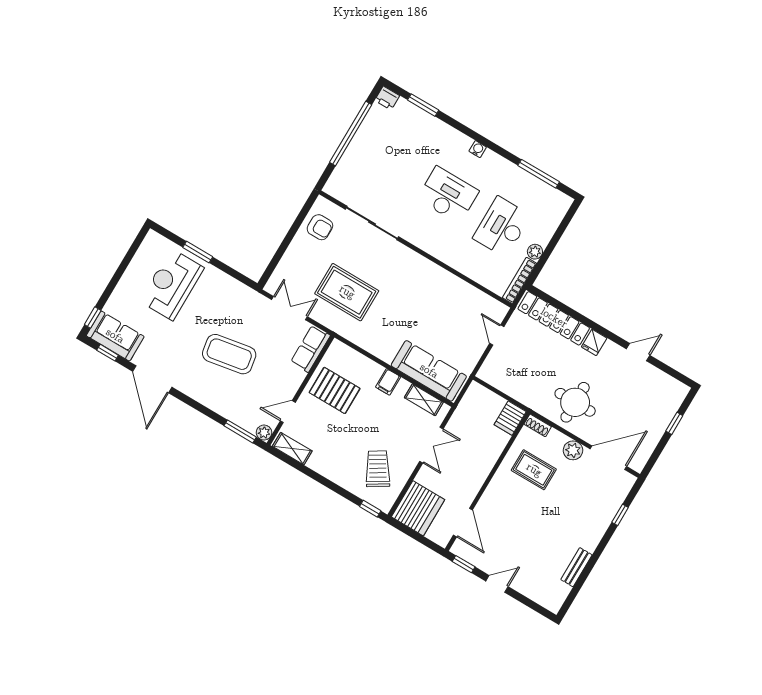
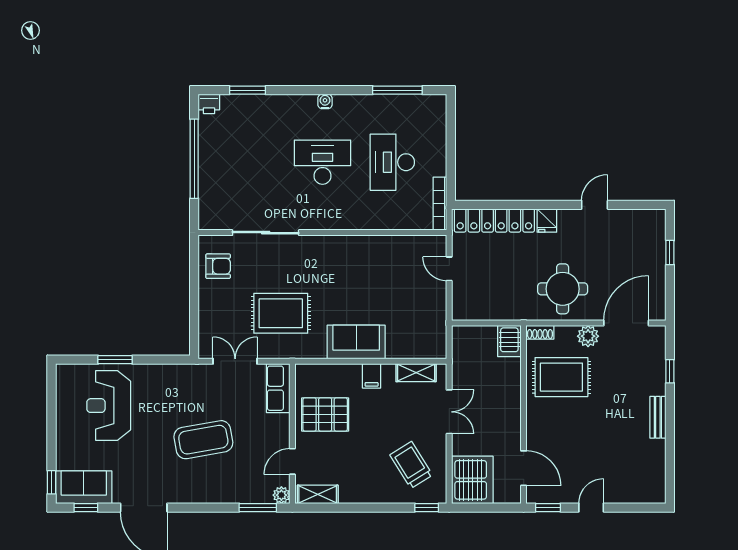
plant: (535, 252) -> (438, 167), removed
sofa: (429, 371) -> (356, 342), moved, width x0.73
rug: (534, 470) -> (561, 377), width x1.36, depth x1.43
bench: (576, 567) -> (658, 417), moved

